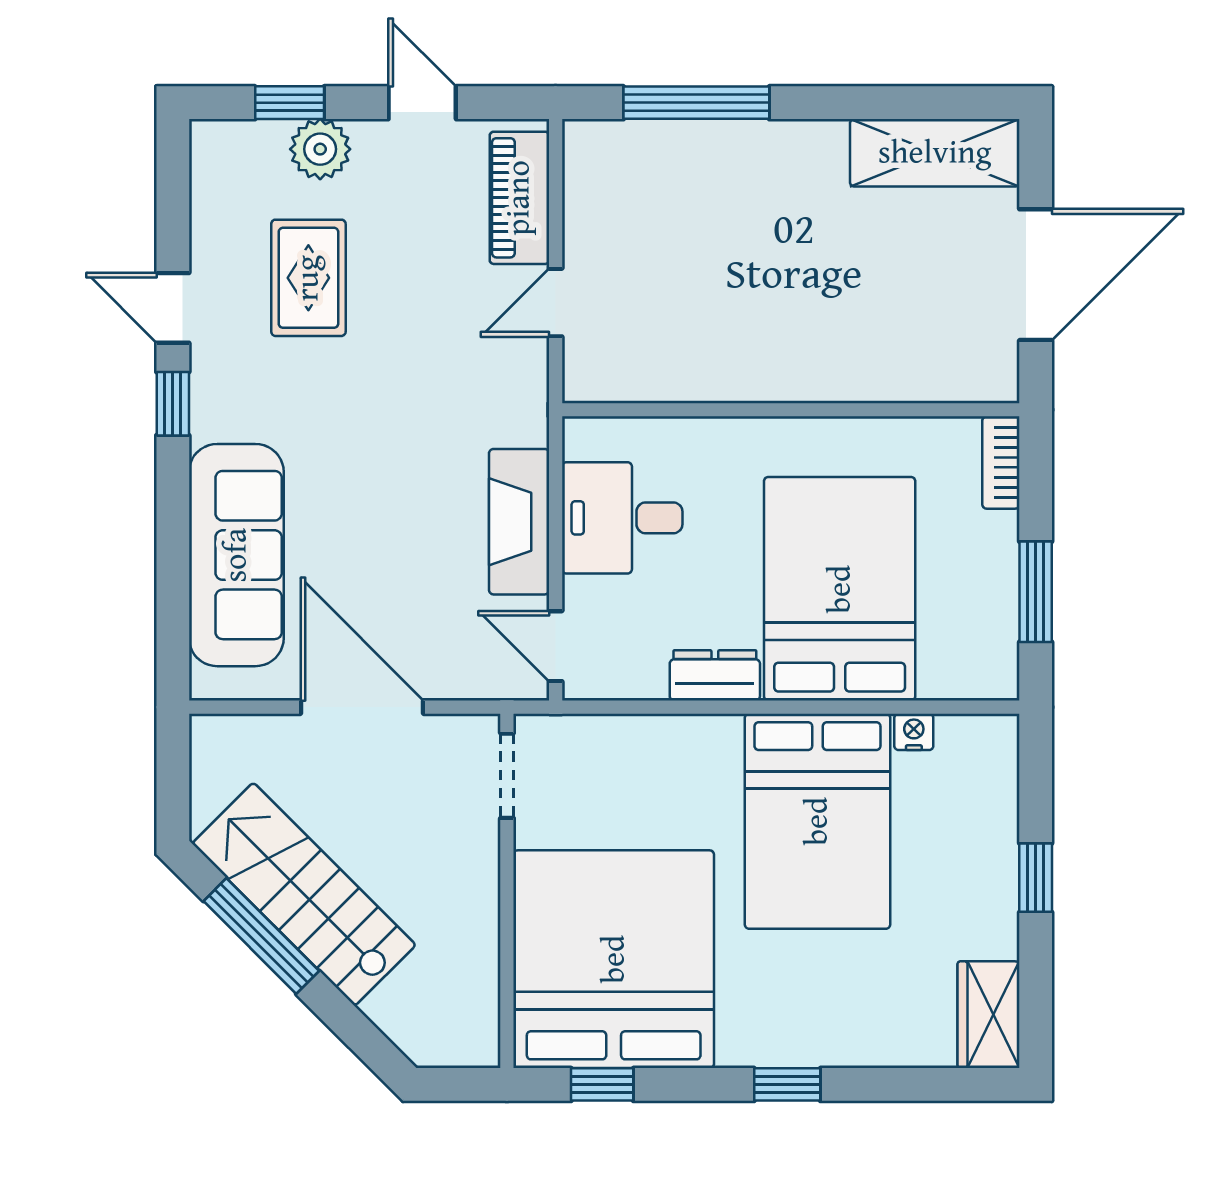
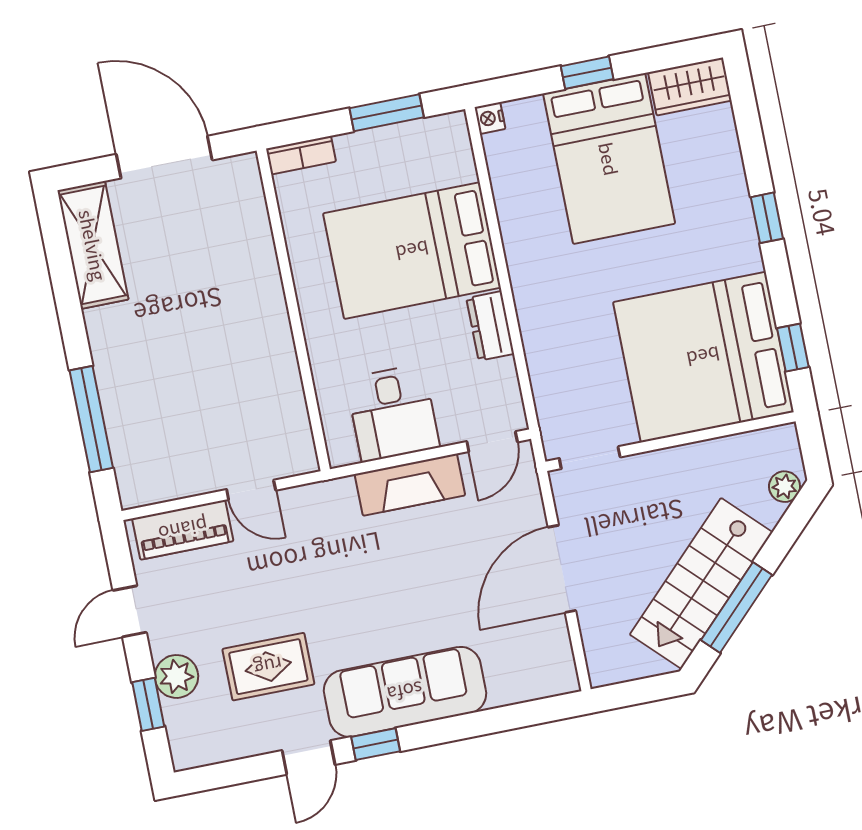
sofa: (236, 555) -> (405, 692), moved
nightstand: (914, 732) -> (490, 118), moved
bed: (817, 821) -> (609, 159), moved, turned 90
plant: (414, 1035) -> (785, 487), added

